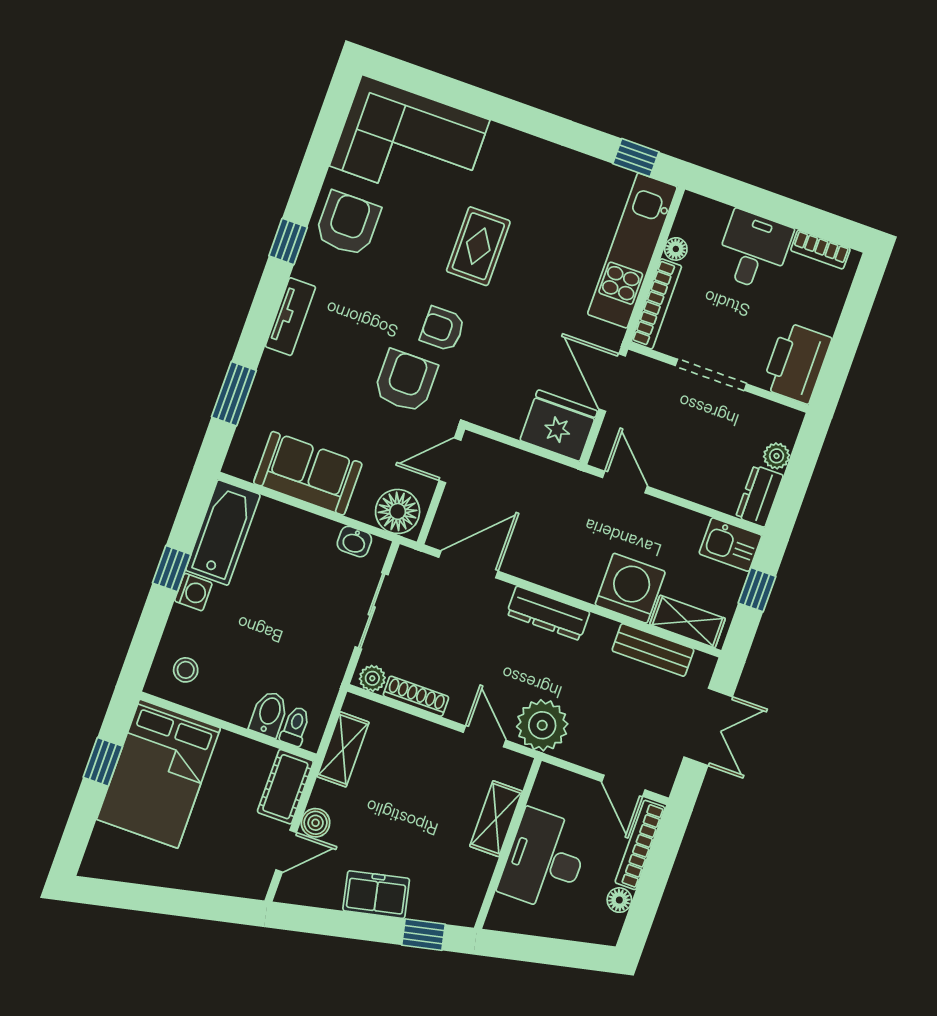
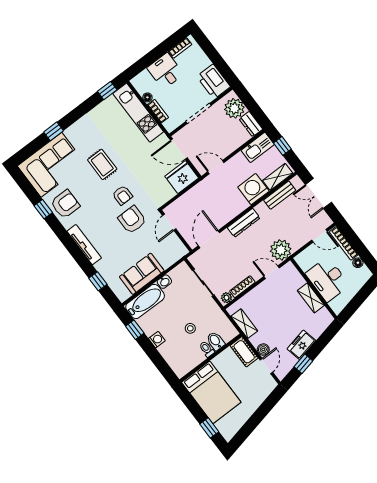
window: (481, 103) -> (54, 131), added
armchair: (348, 224) -> (65, 204), turned 90
window: (288, 242) -> (43, 209), moved
bookcase: (656, 304) -> (158, 111), width x0.64
tv unit: (290, 317) -> (84, 245), width x1.41
armchair: (442, 329) -> (122, 195), turned -90
window: (234, 394) -> (98, 281), width x0.67
plant: (777, 456) -> (234, 108), width x1.88, depth x1.88
floor lamp: (398, 511) -> (175, 252), removed
bathtub: (223, 532) -> (145, 301), moved, turned 90
washbasin: (354, 542) -> (164, 282), moved
kitchen sink: (730, 545) -> (258, 147), width x1.38
window: (172, 569) -> (135, 330), moved
stool: (186, 670) -> (190, 328), moved
toilet: (295, 726) -> (207, 349), moved
double door: (708, 727) -> (318, 193), swing flipped
window: (103, 762) -> (209, 428), moved
shelving: (496, 819) -> (311, 298), moved
window: (424, 935) -> (303, 364), moved

